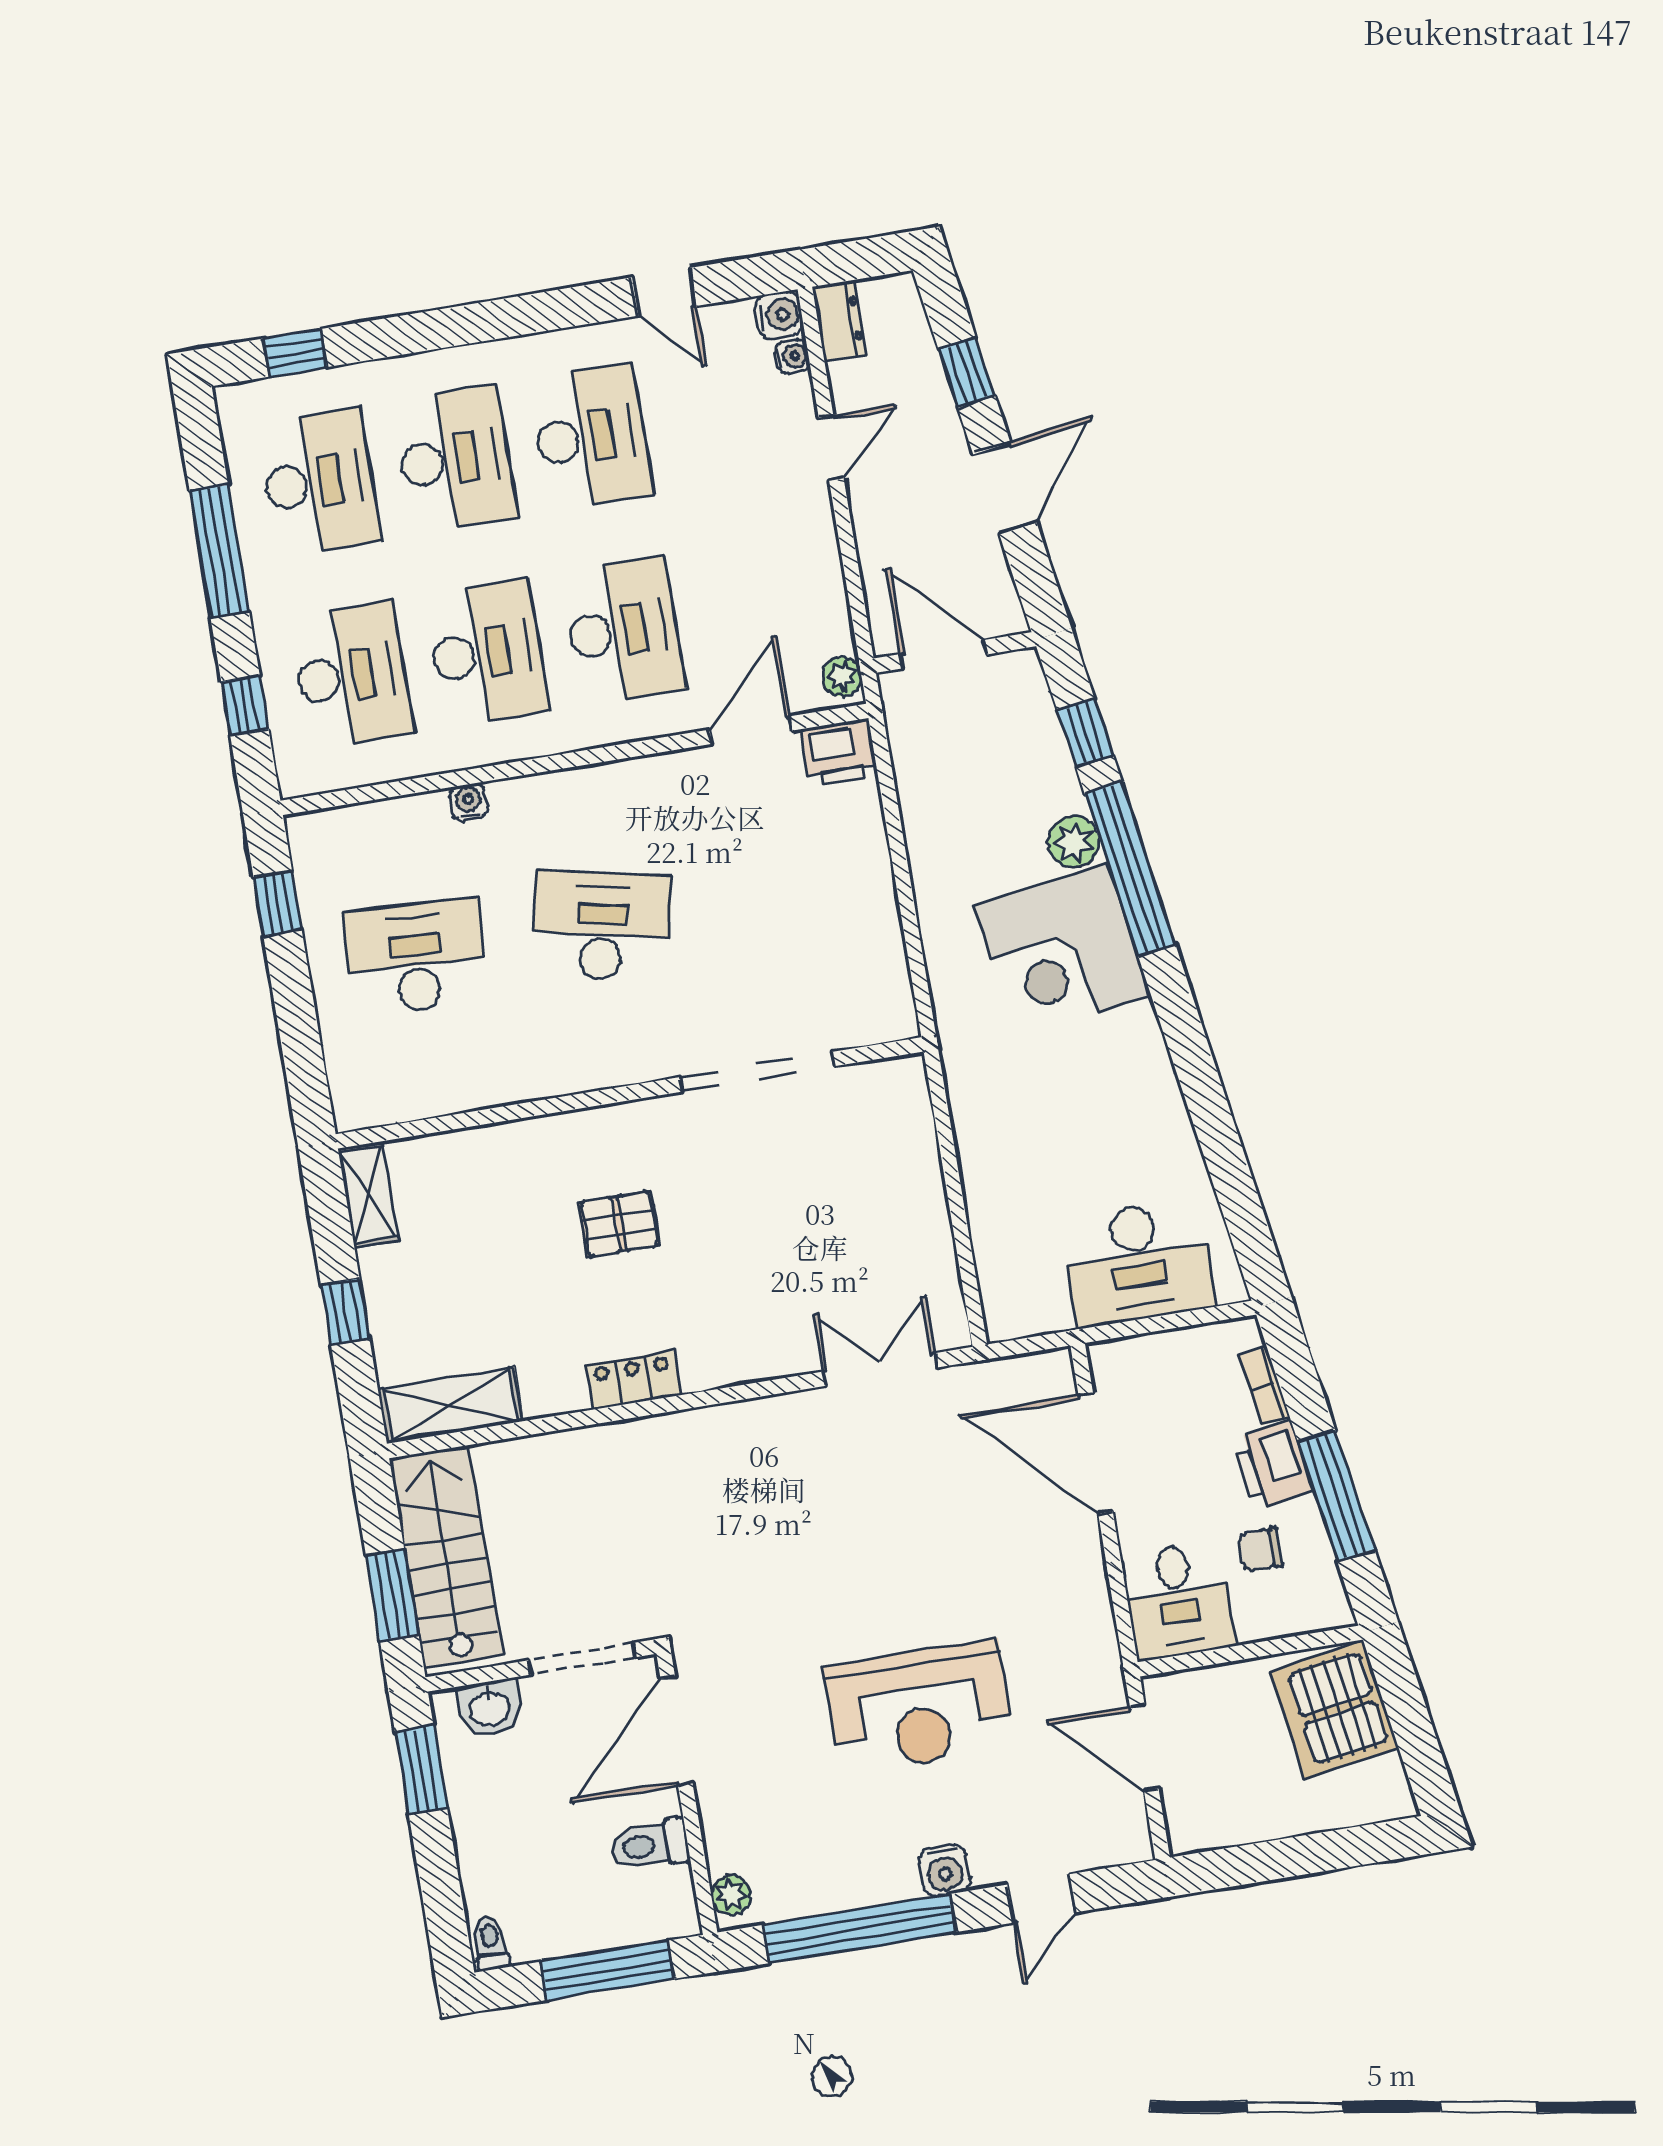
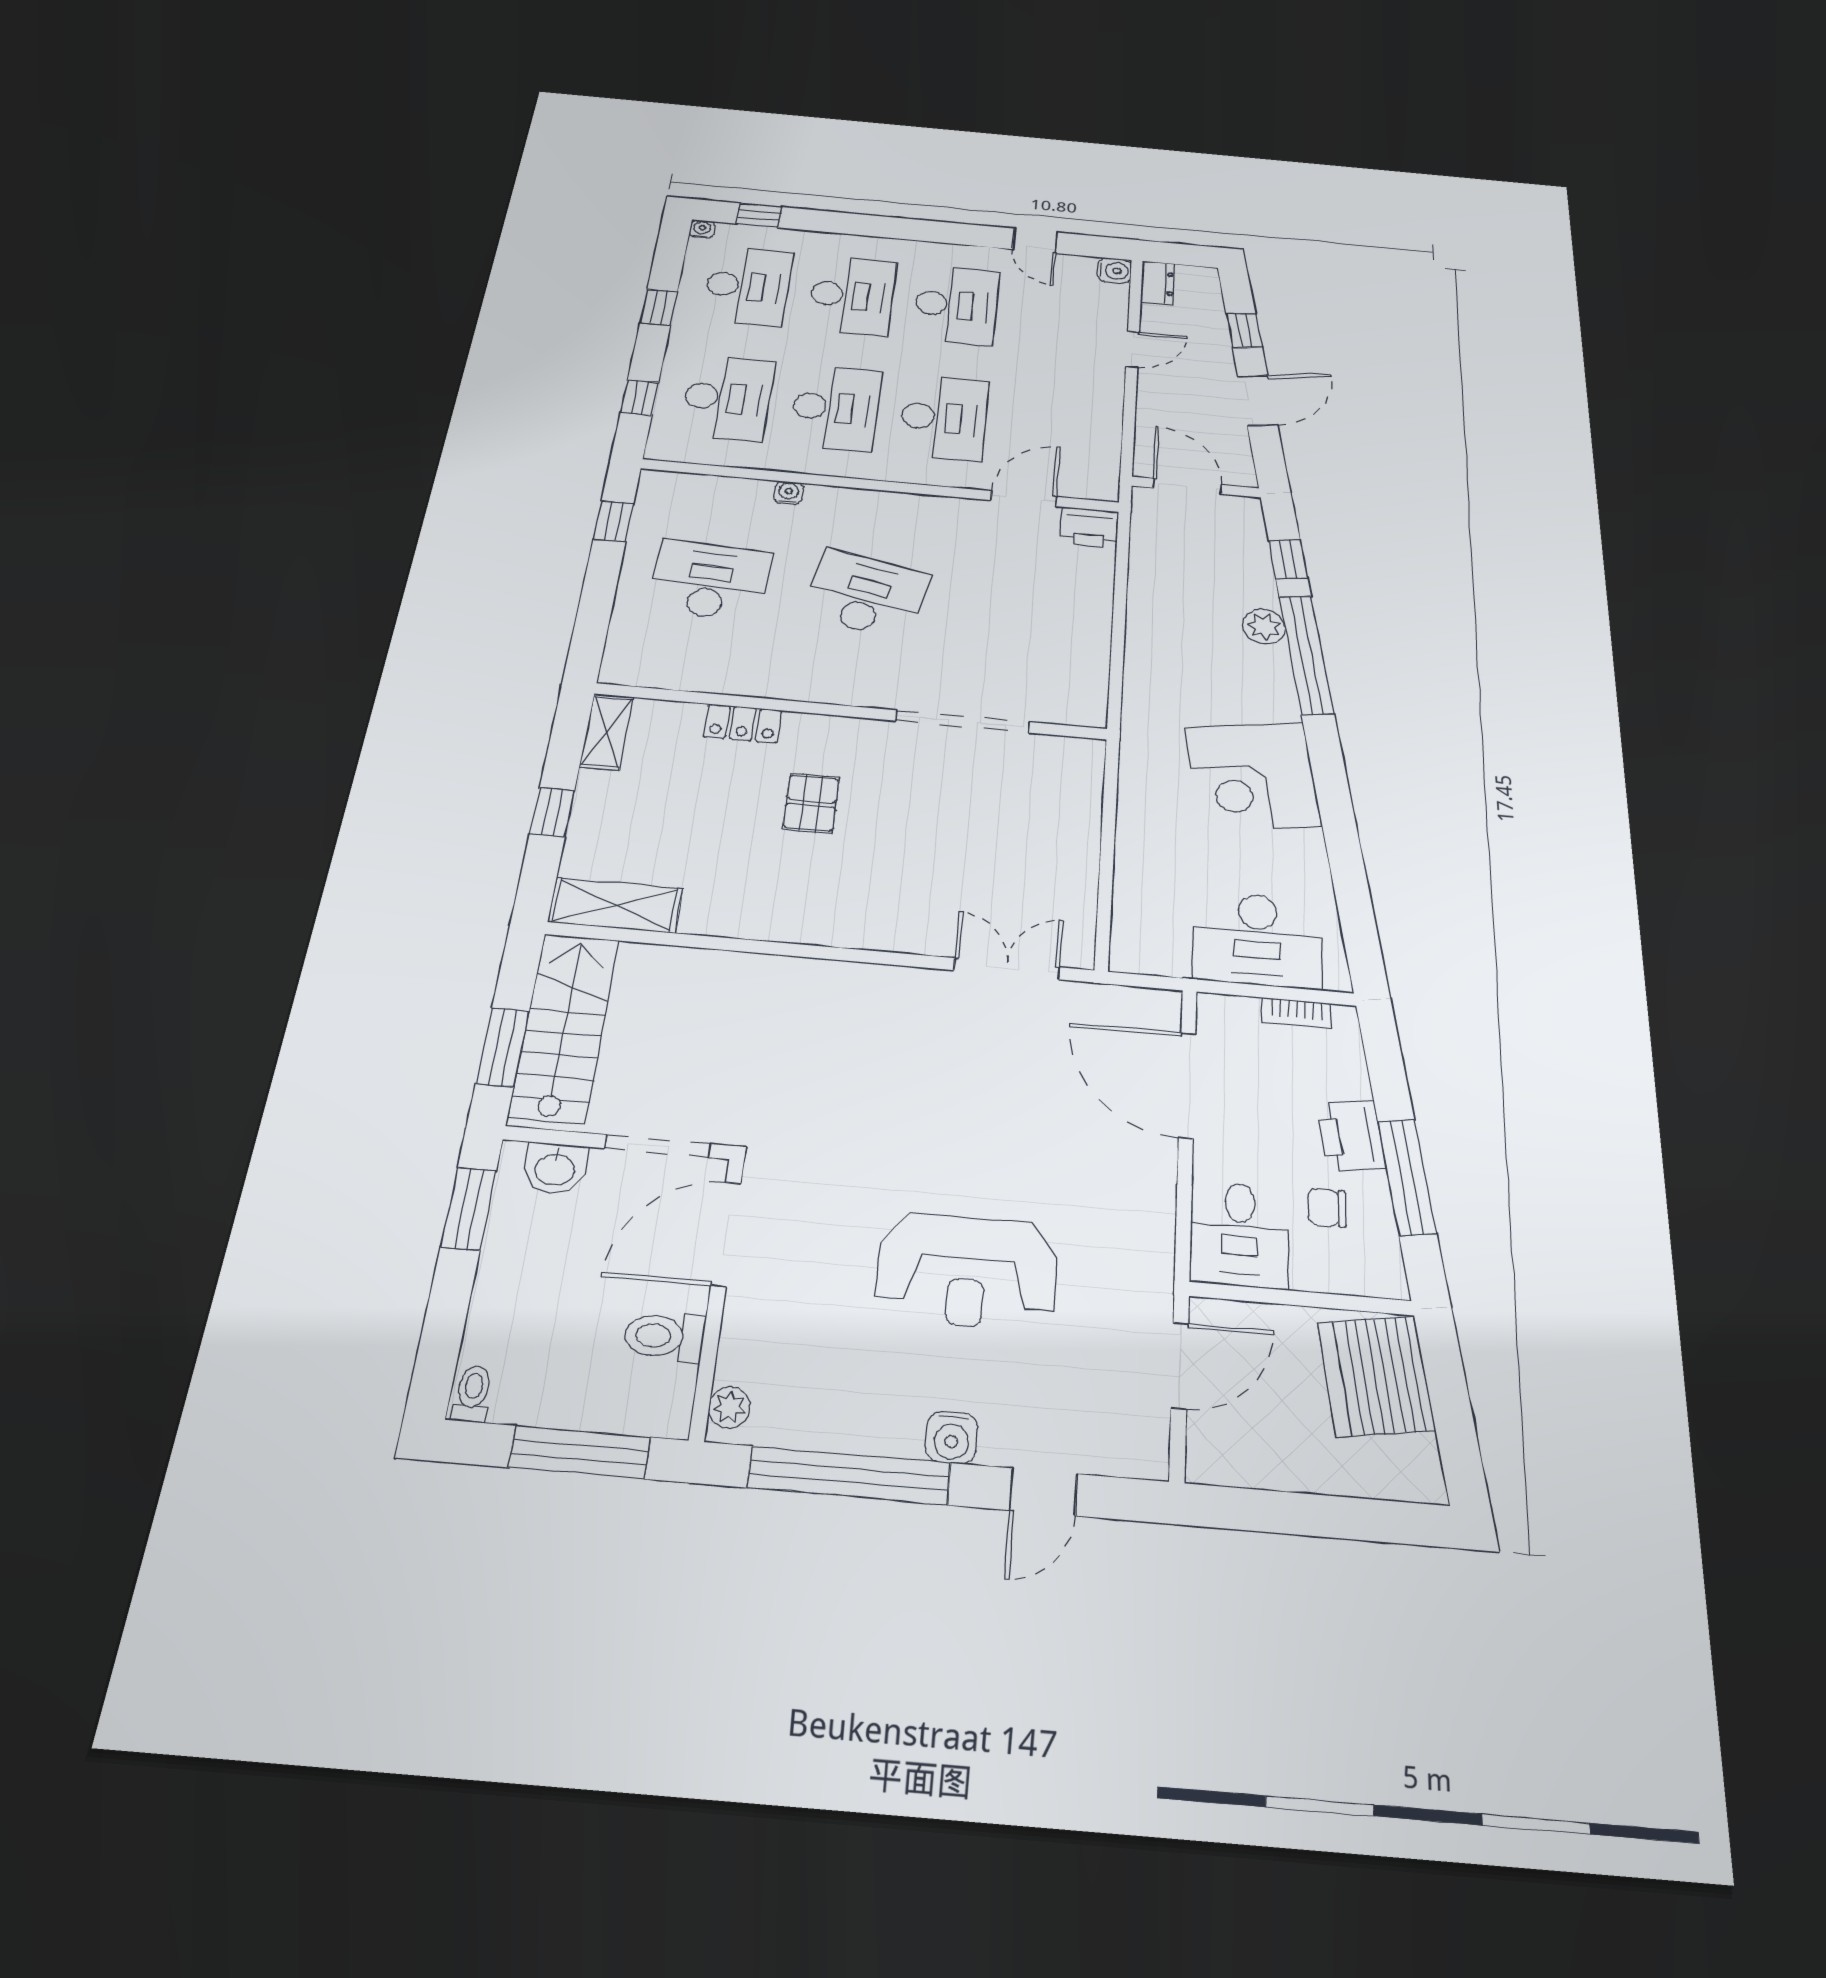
water cooler: (792, 356) -> (702, 229), moved, turned -90
window: (219, 551) -> (659, 307), width x0.46
plant: (842, 676) -> (1104, 482), removed
corner desk: (1063, 951) -> (1253, 776), moved
pallet: (619, 1224) -> (811, 803), turned 90
locker: (633, 1380) -> (743, 724), moved, turned 180
bookcase: (1264, 1386) -> (1297, 1013), moved, turned -81
door: (1144, 1748) -> (1180, 1365), swing flipped

